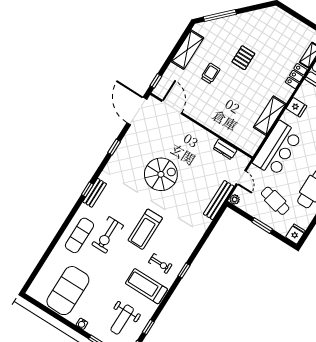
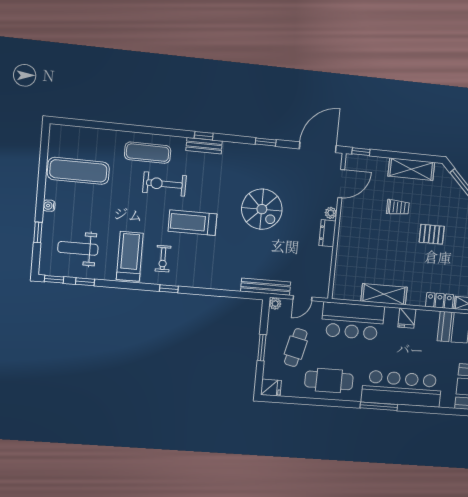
plant: (189, 125) -> (331, 213), added
dresser: (225, 149) -> (327, 233), moved
exercise mat: (68, 291) -> (78, 171), width x0.68

